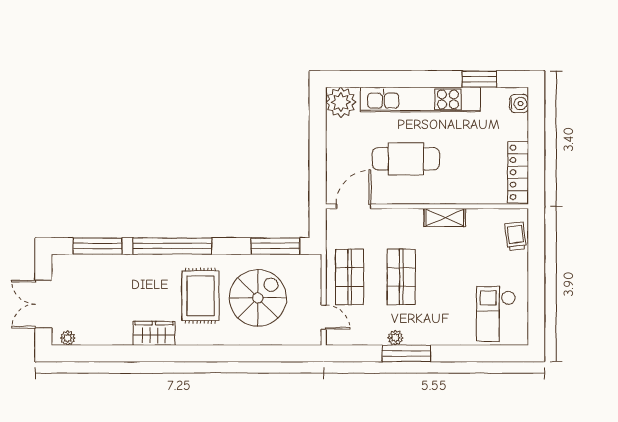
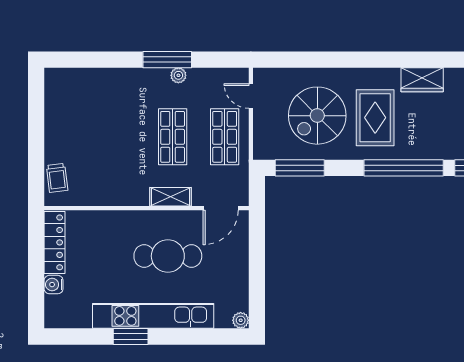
window: (479, 79) -> (131, 336), moved
plant: (341, 102) -> (241, 320), width x0.53, depth x0.53
water cooler: (519, 103) -> (54, 285), moved
shelving: (445, 218) -> (170, 197), moved
checkout: (496, 314) -> (77, 99), removed

